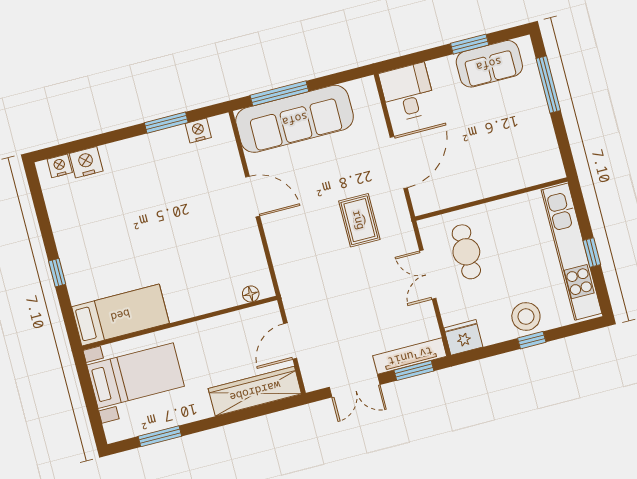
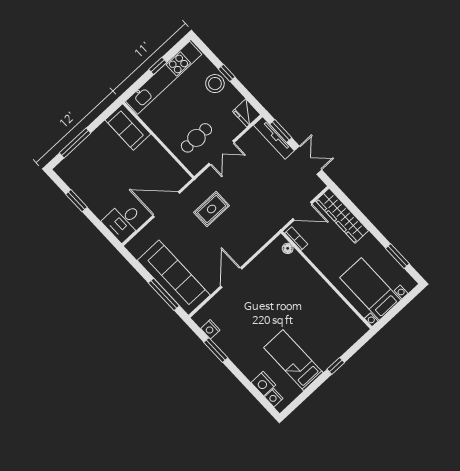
sofa: (489, 64) -> (128, 127), moved, turned 180
bookcase: (258, 313) -> (296, 239), added
bed: (120, 315) -> (293, 360), moved

